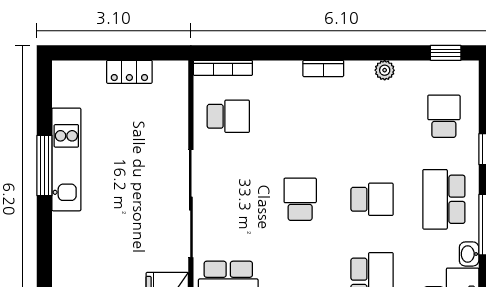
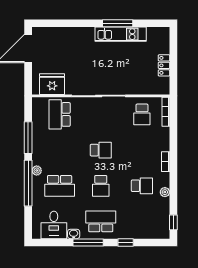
school desk: (444, 116) -> (142, 186), moved

